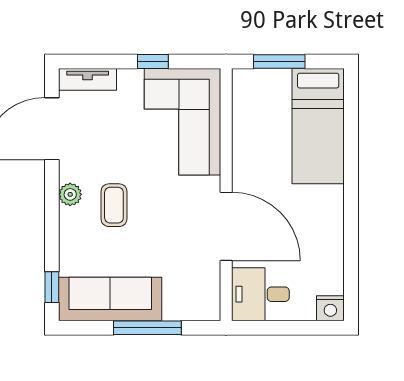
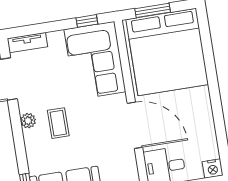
window: (153, 62) -> (87, 21), moved
bed: (318, 126) -> (167, 52), width x2.04

